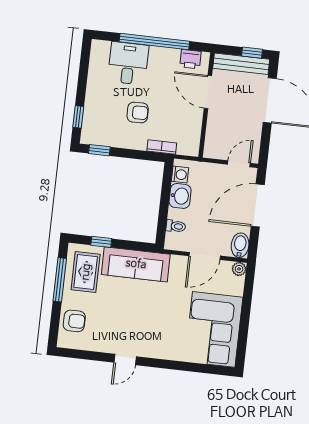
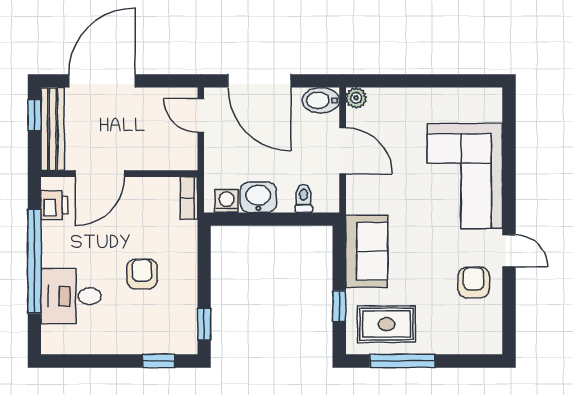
bookcase: (162, 147) -> (189, 198), moved
sofa: (136, 264) -> (367, 251), width x0.73
armchair: (74, 321) -> (474, 283), moved
corner sofa: (214, 329) -> (465, 176), moved, turned 90

